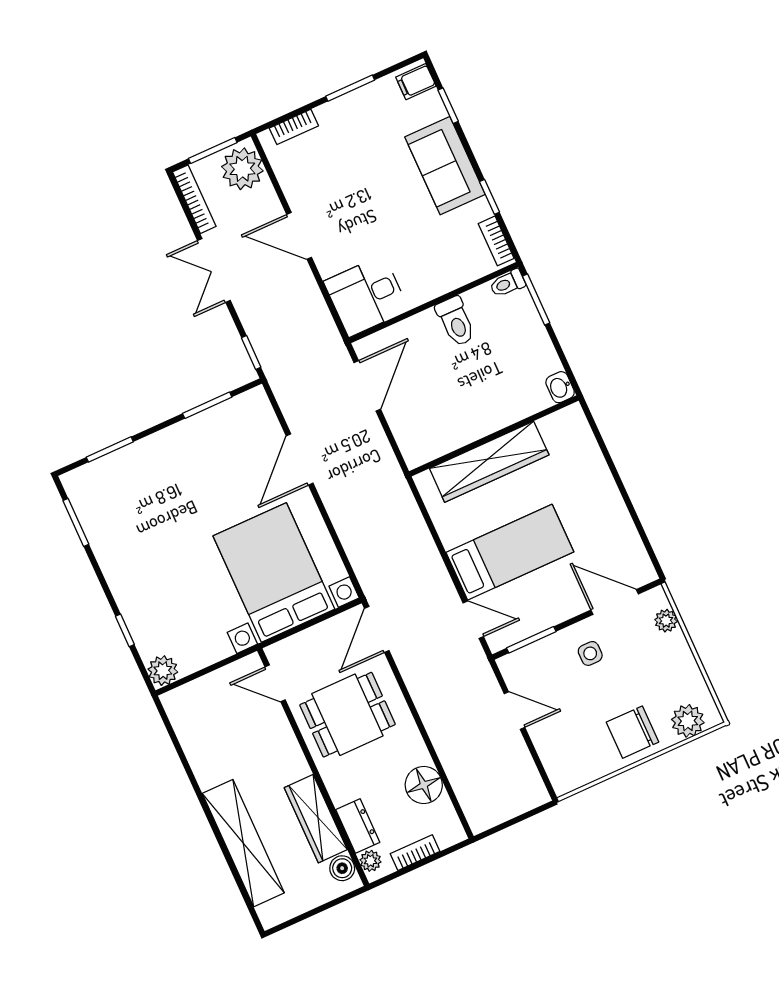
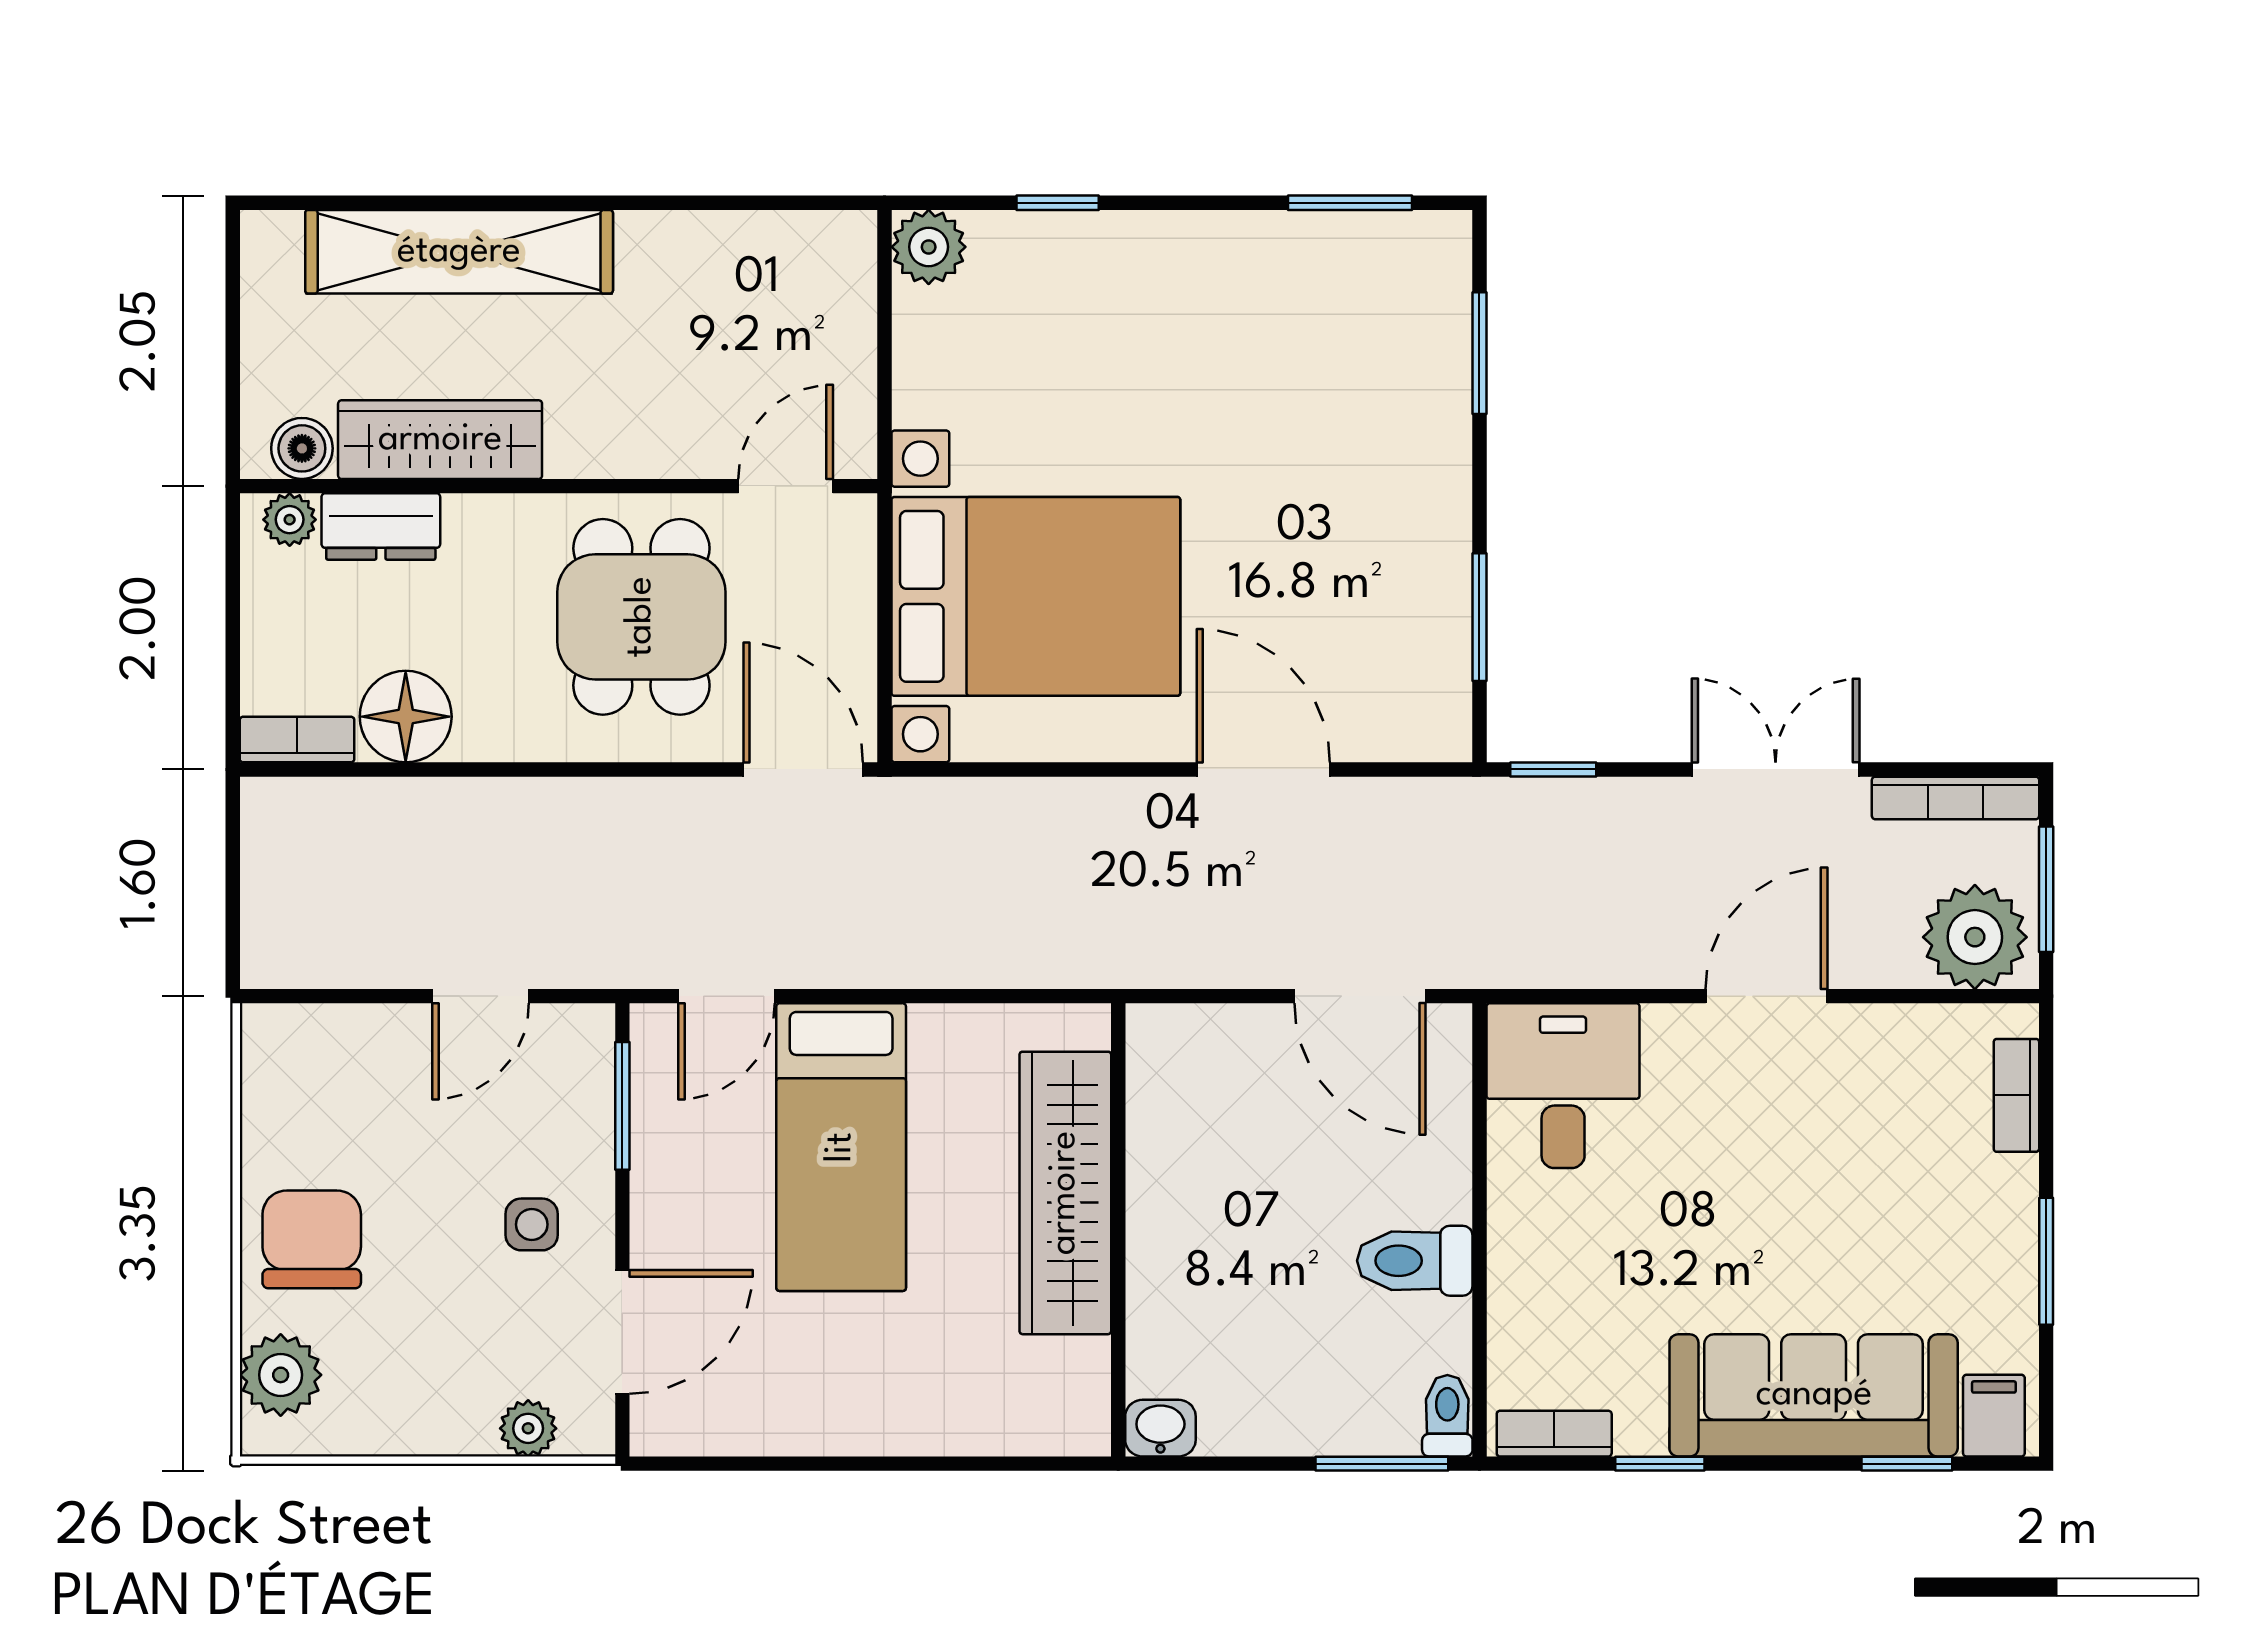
sofa: (445, 166) -> (1814, 1395), width x1.36
bookcase: (415, 853) -> (297, 740), moved, turned -90

